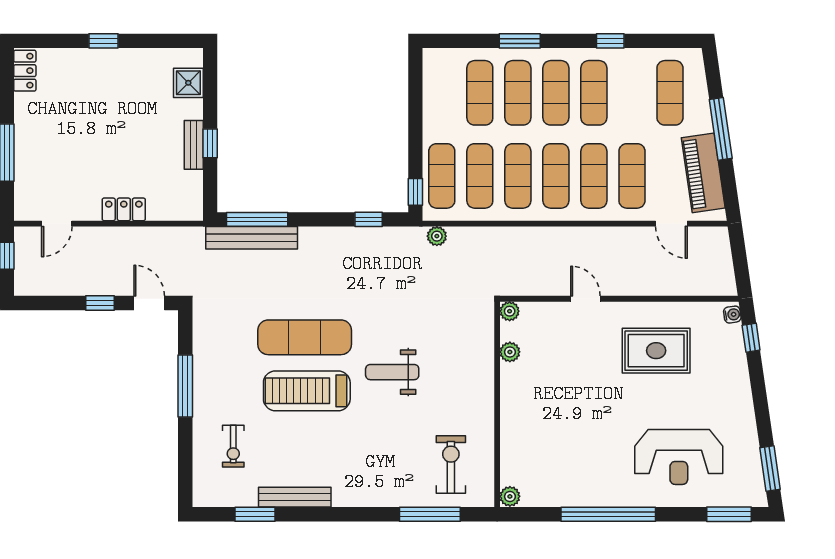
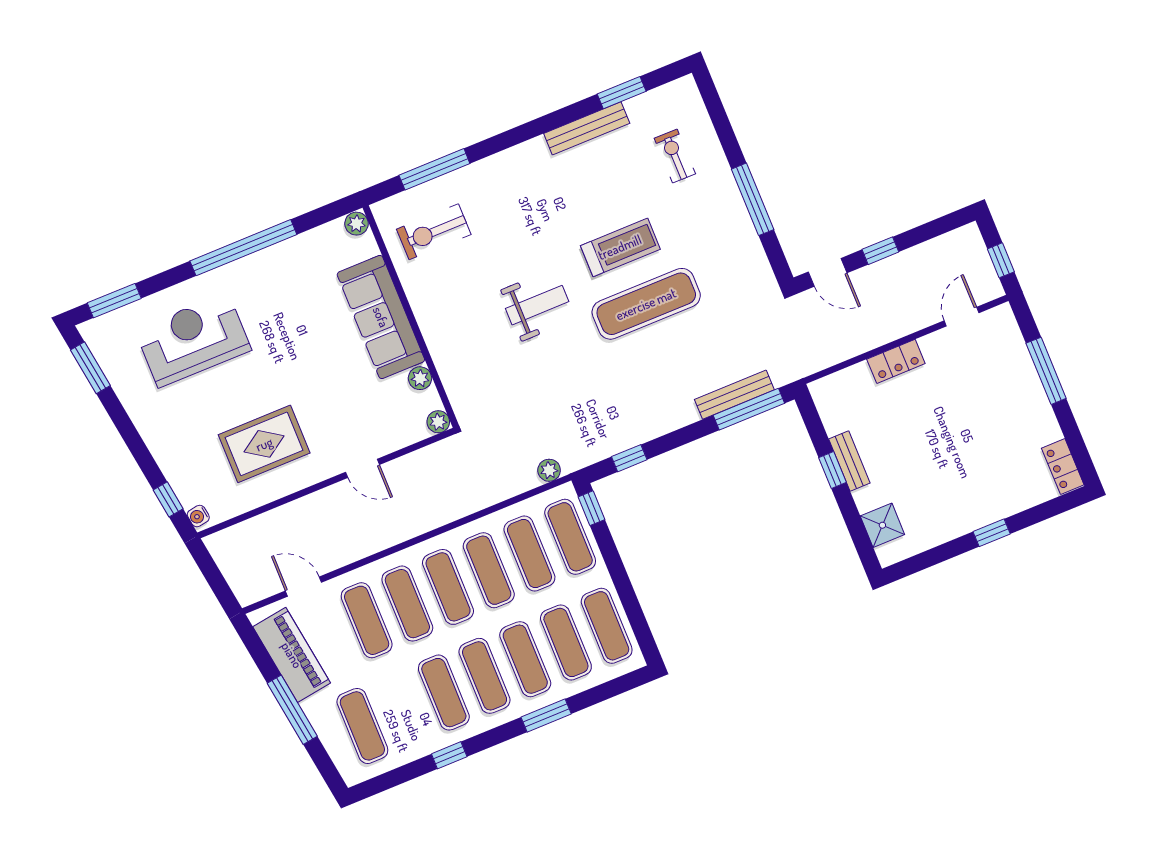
exercise mat: (442, 93) -> (607, 626), added
bench: (252, 238) -> (734, 395), width x0.73, depth x0.82
treadmill: (307, 391) -> (620, 247), width x0.73, depth x0.73
sofa: (521, 414) -> (381, 317), added
exercise bike: (451, 465) -> (434, 232), turned 90

